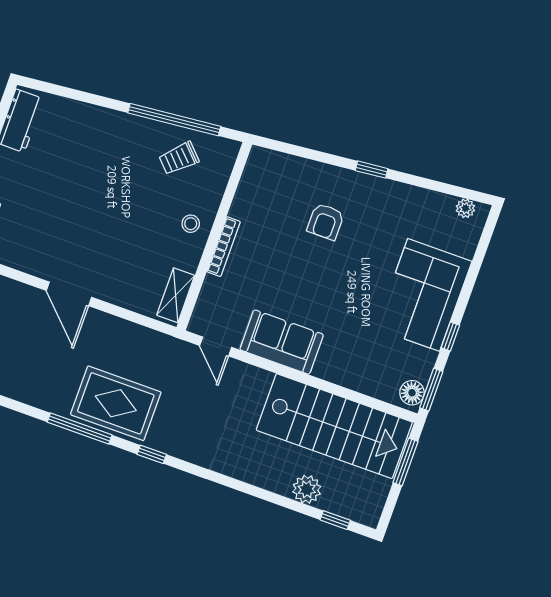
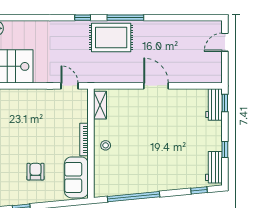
window: (60, 91) -> (199, 190), added
trolley: (179, 158) -> (124, 177), removed
sofa: (282, 342) -> (76, 177), moved, turned 90

